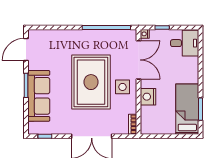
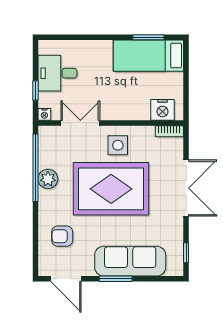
plant: (98, 36) -> (48, 179), added
desk: (185, 43) -> (57, 73), moved, turned -90
armchair: (57, 47) -> (62, 236), added
double door: (139, 60) -> (80, 123), width x0.73
nightstand: (148, 97) -> (163, 110), moved

